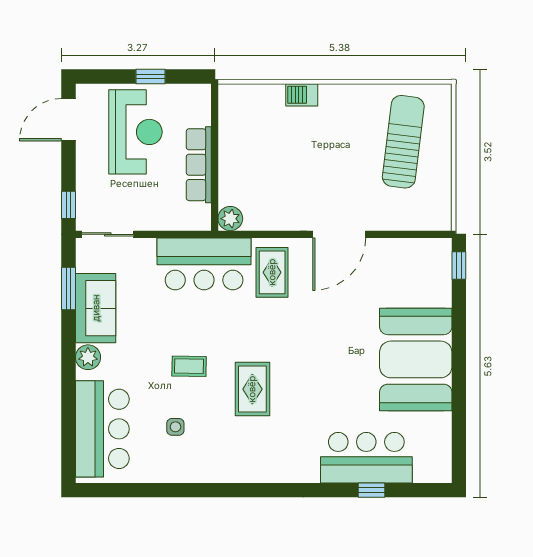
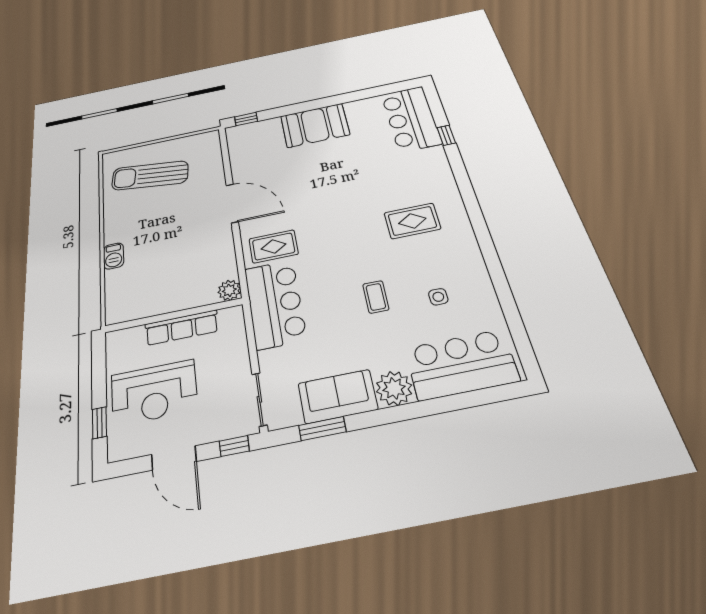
window: (151, 77) -> (99, 423), moved
door: (69, 120) -> (174, 458), moved
reception desk: (135, 132) -> (154, 392), turned 180
plant: (88, 357) -> (394, 388), width x1.36, depth x1.36
booth: (416, 359) -> (315, 125), width x0.73, depth x0.70
rug: (252, 389) -> (412, 221), moved
bar counter: (366, 458) -> (411, 119), moved

